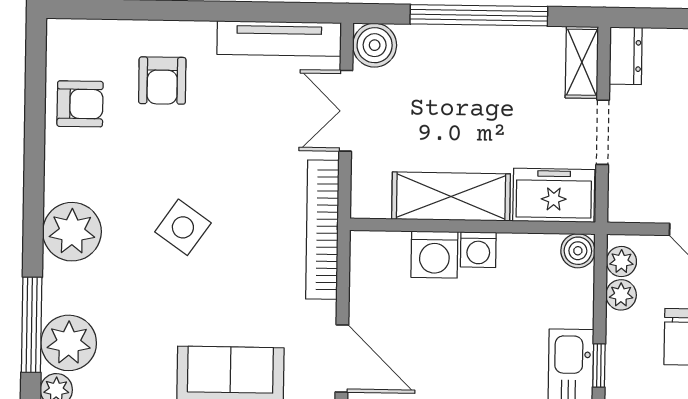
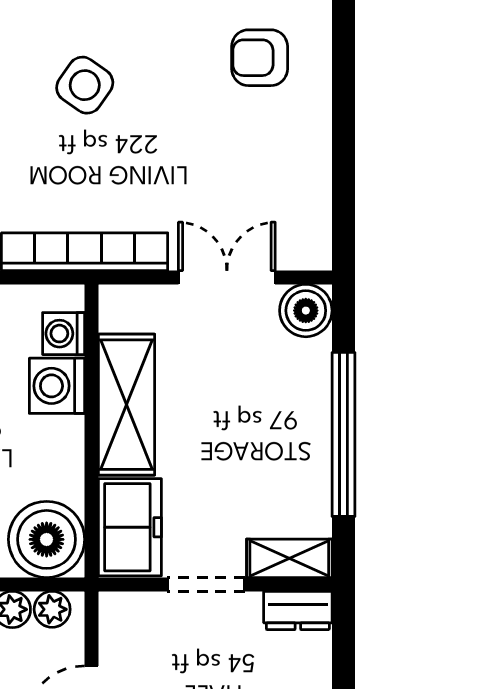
tv unit: (279, 39) -> (312, 196), removed
washing machine: (478, 250) -> (64, 334), moved
boiler: (578, 251) -> (47, 539), width x1.86, depth x1.86

